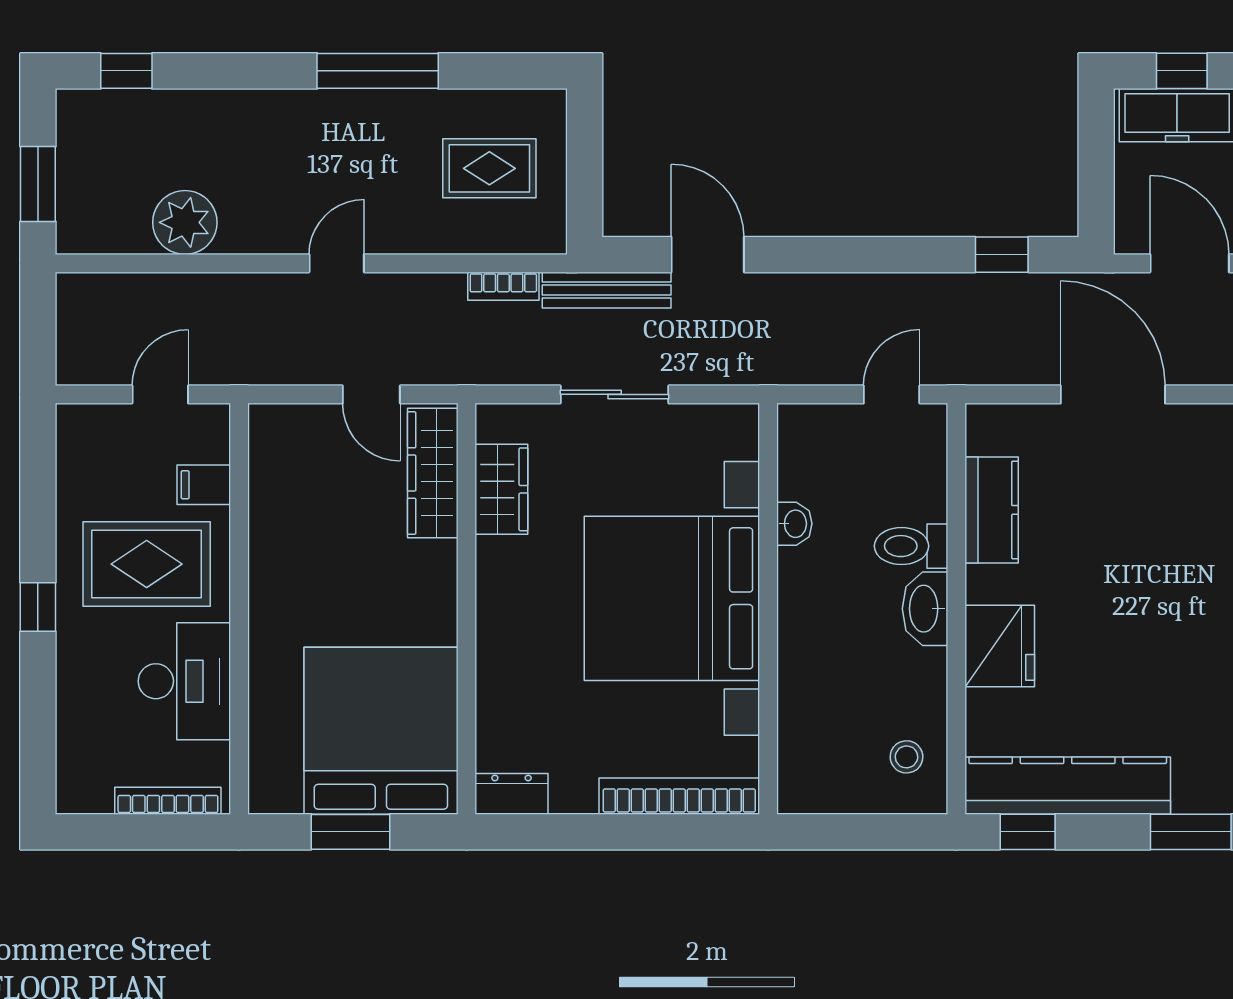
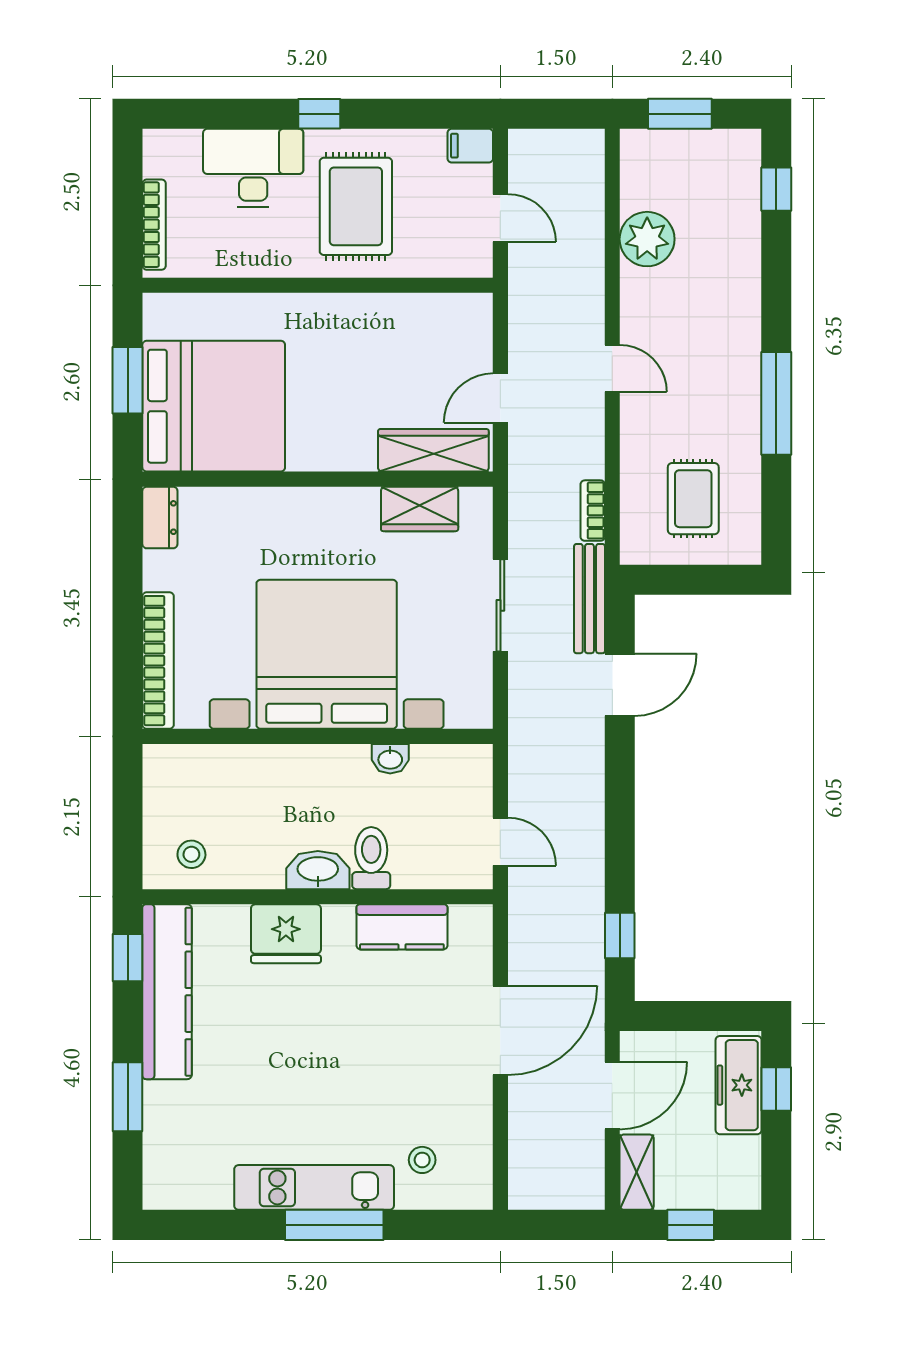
filing cabinet: (204, 485) -> (470, 146), moved, turned -90
desk: (184, 681) -> (253, 168), moved, turned 180

